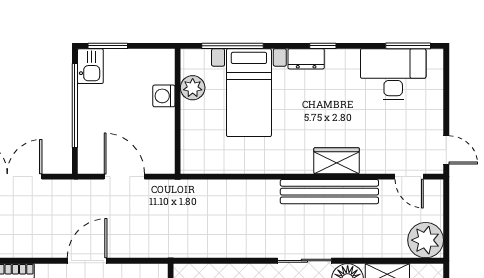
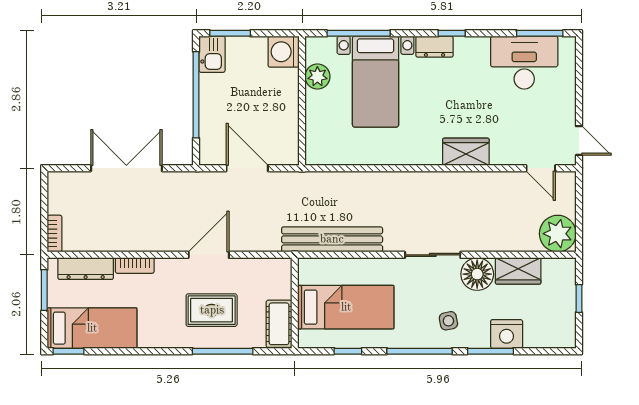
washing machine: (164, 96) -> (284, 52), moved, width x1.38, depth x1.38
bench: (329, 192) -> (332, 239), moved

